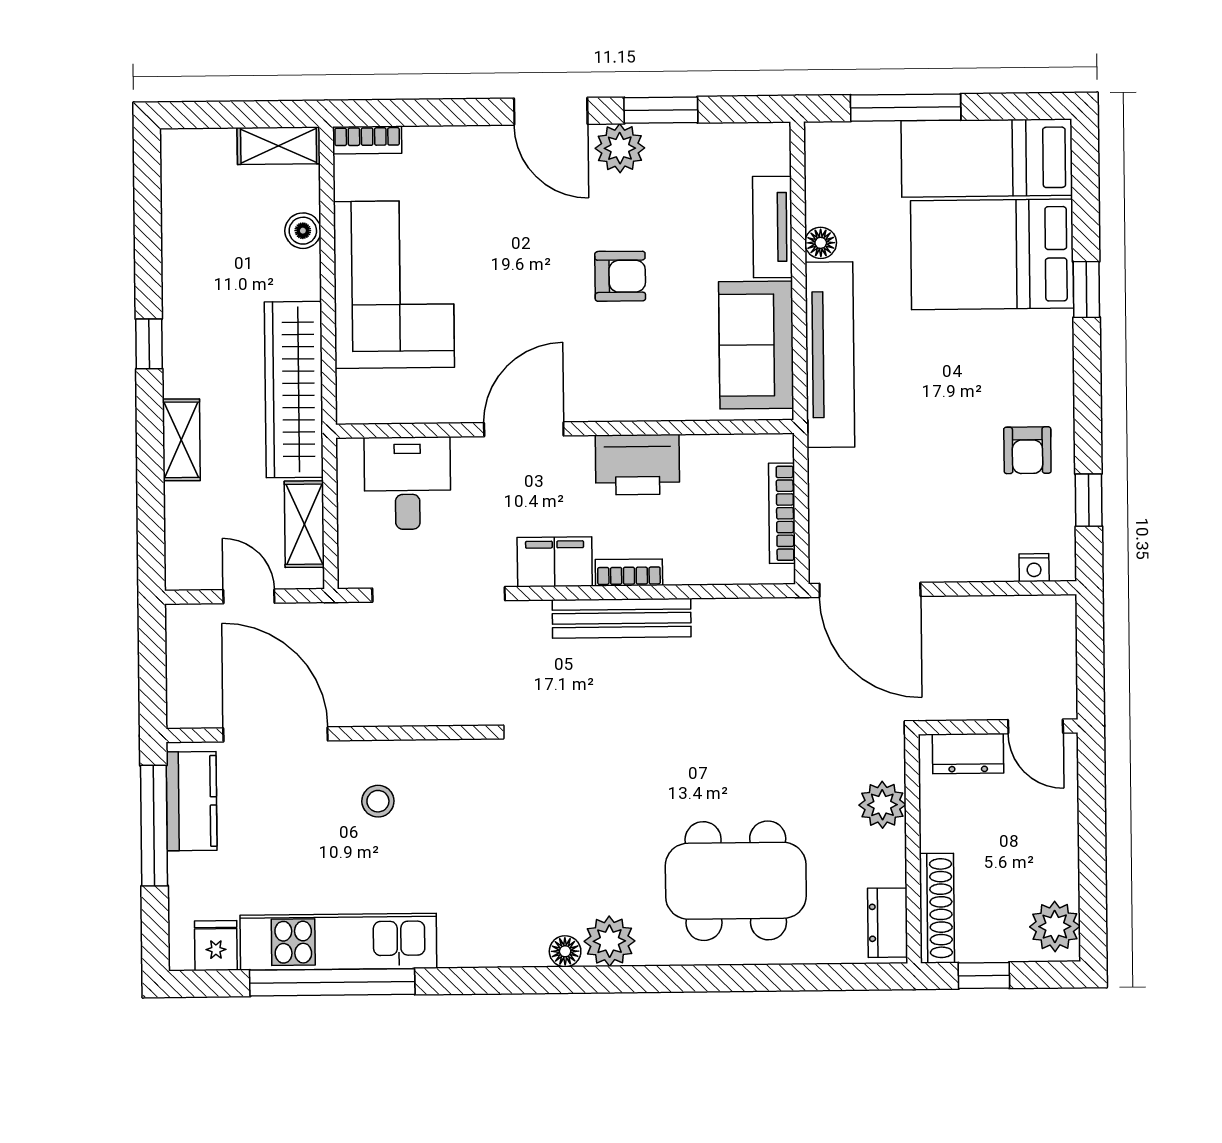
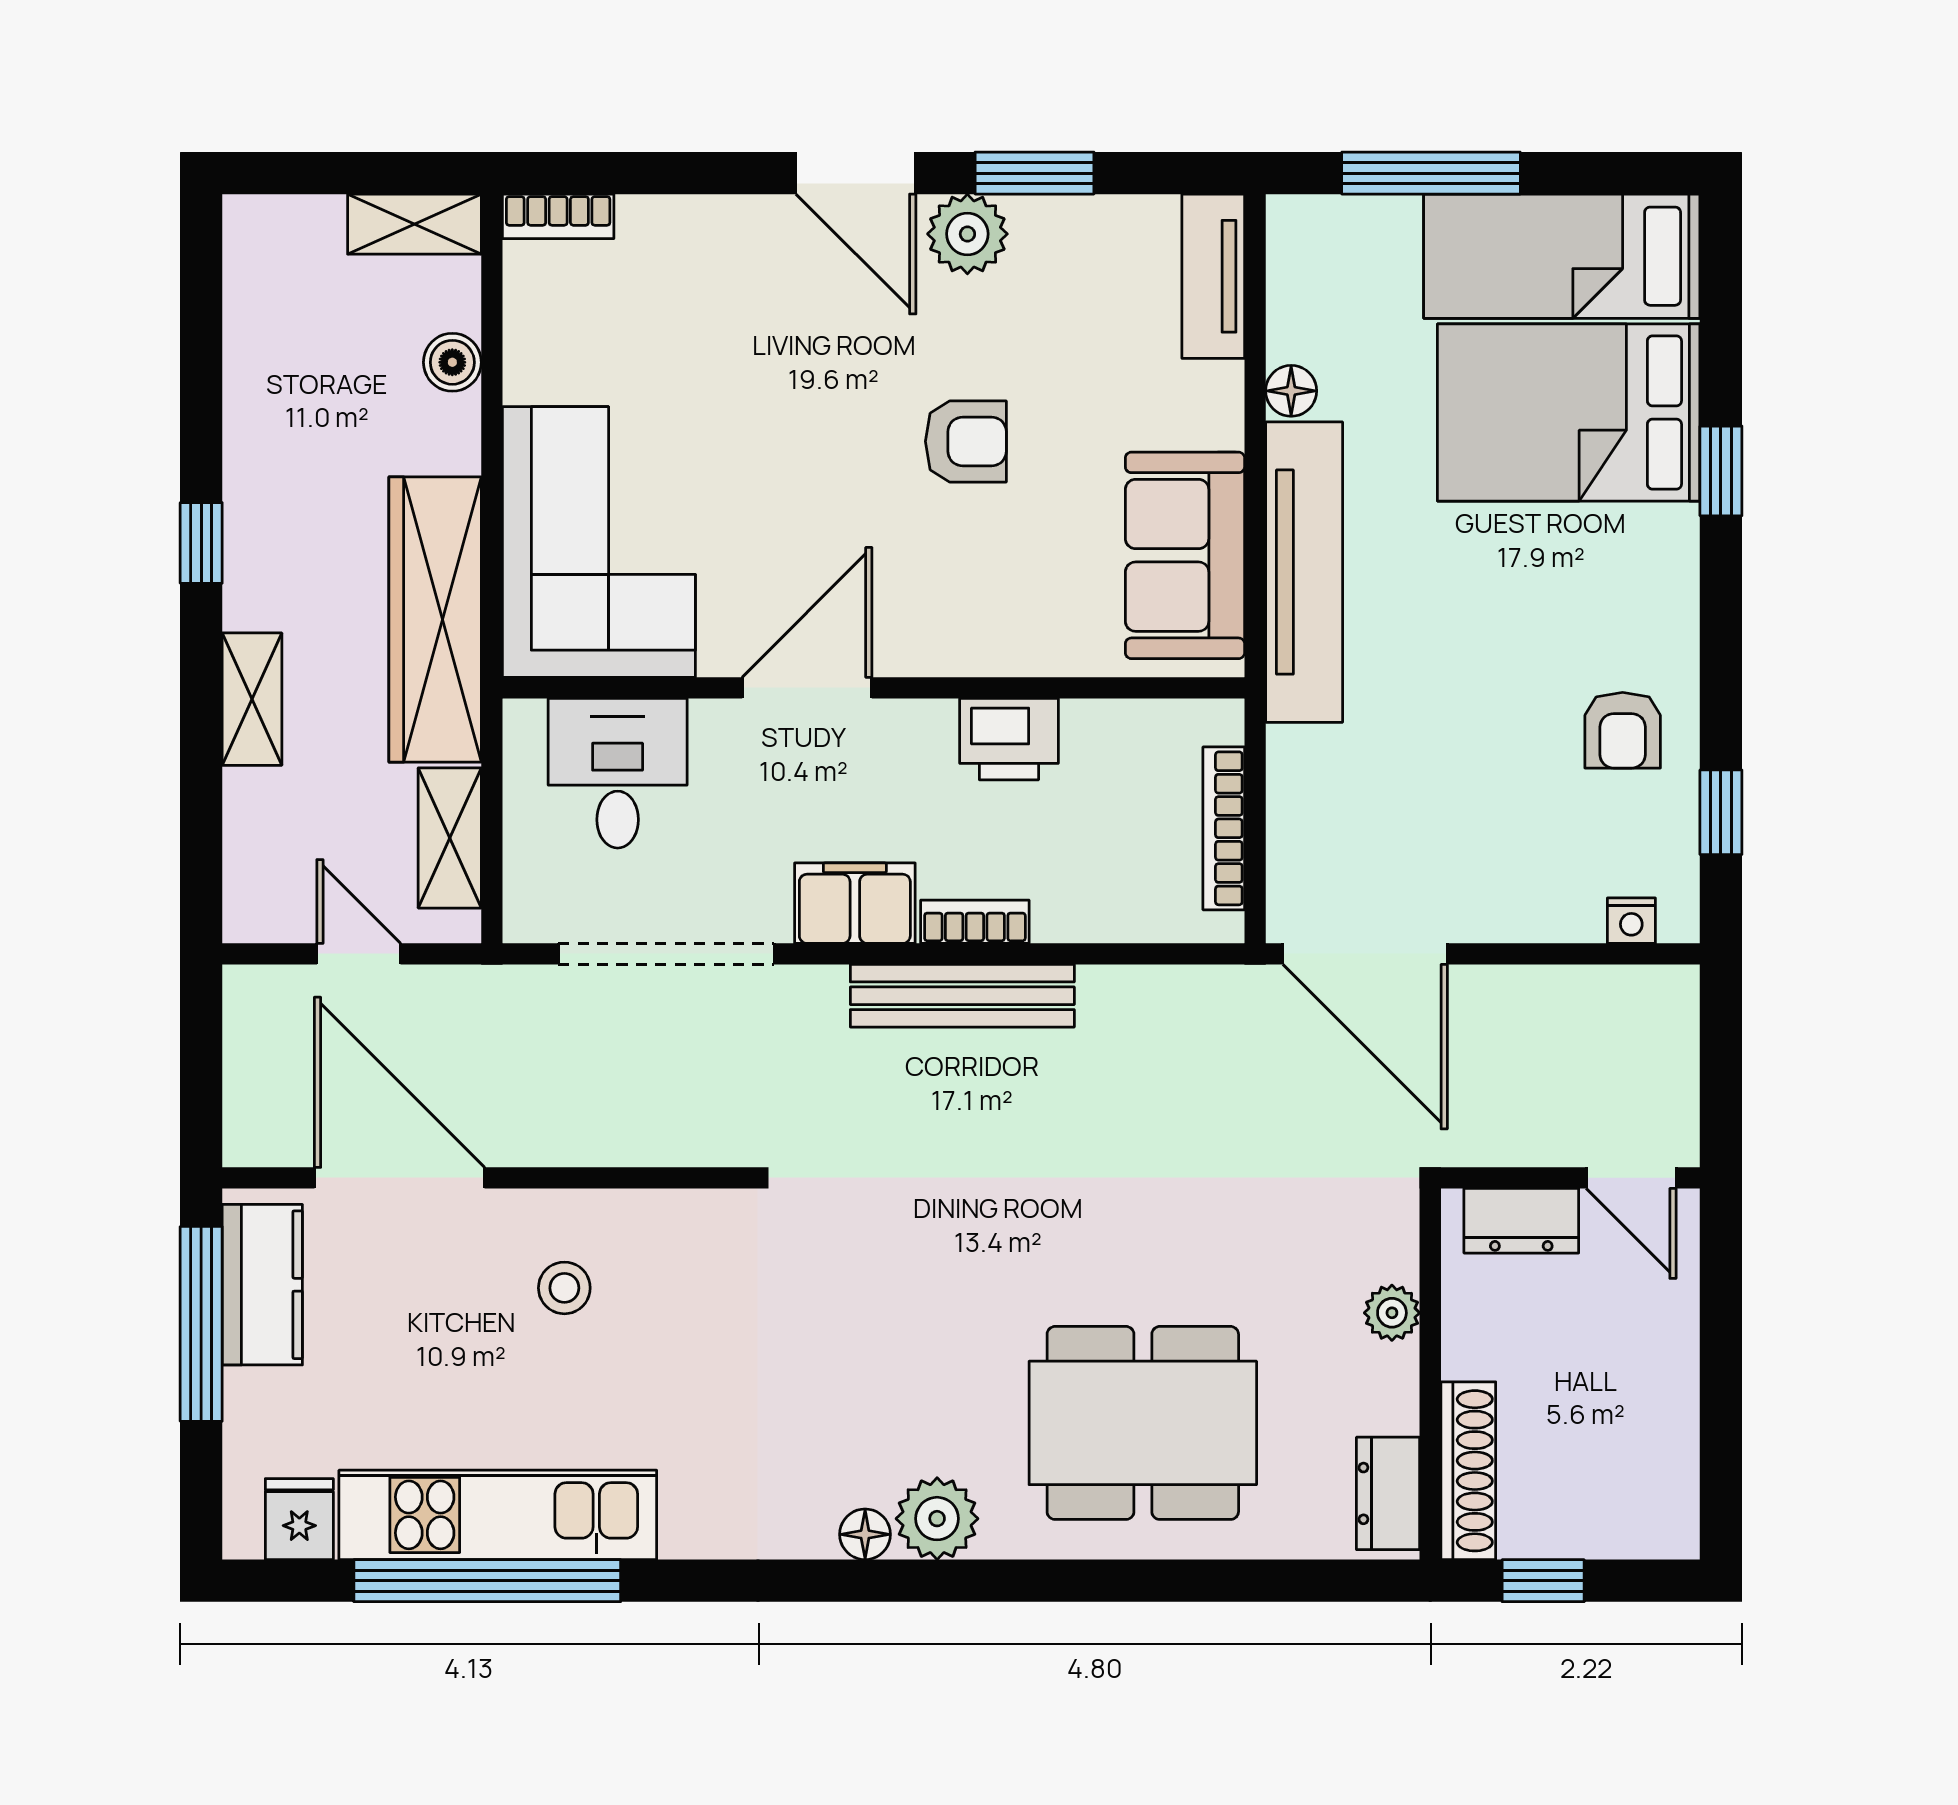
tv unit: (772, 227) -> (1213, 276), moved
corner sofa: (394, 284) -> (599, 542), moved
printer: (637, 465) -> (1009, 739), width x0.73, depth x0.84
plant: (882, 805) -> (1392, 1313), width x0.73, depth x0.73
plant: (1055, 926) -> (1659, 1502), removed

